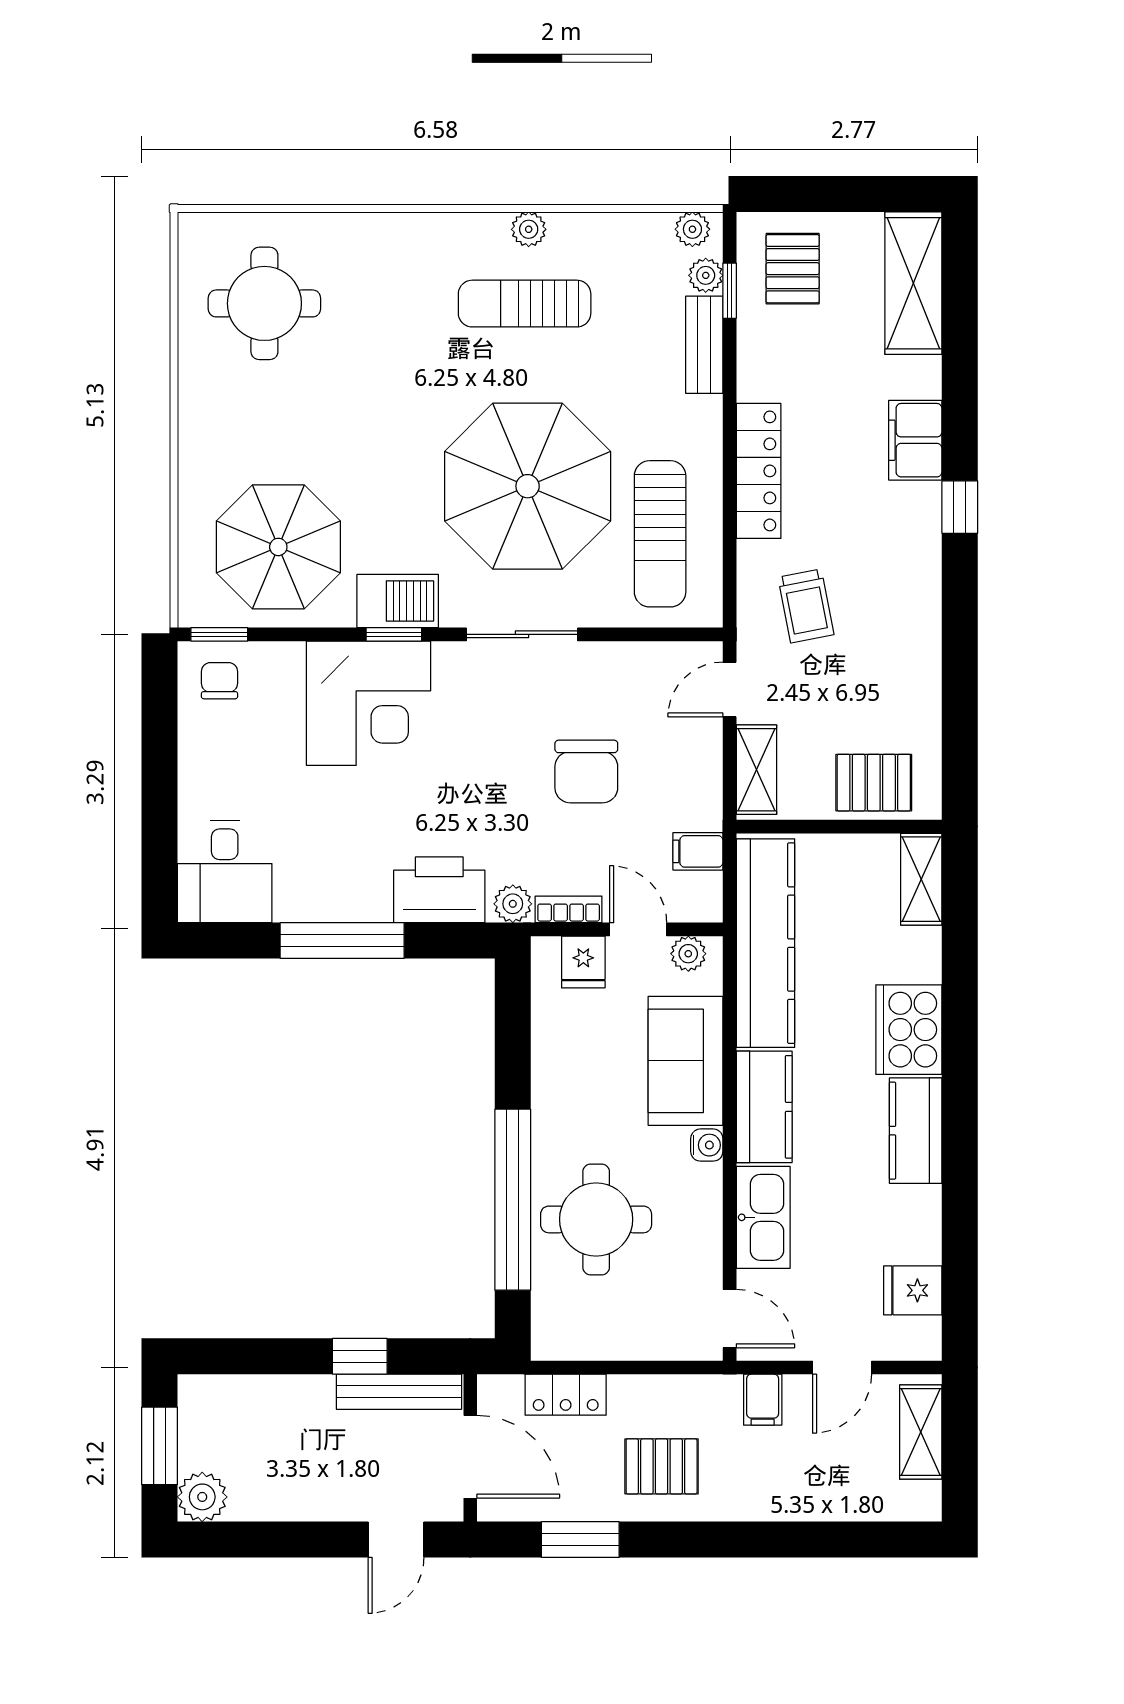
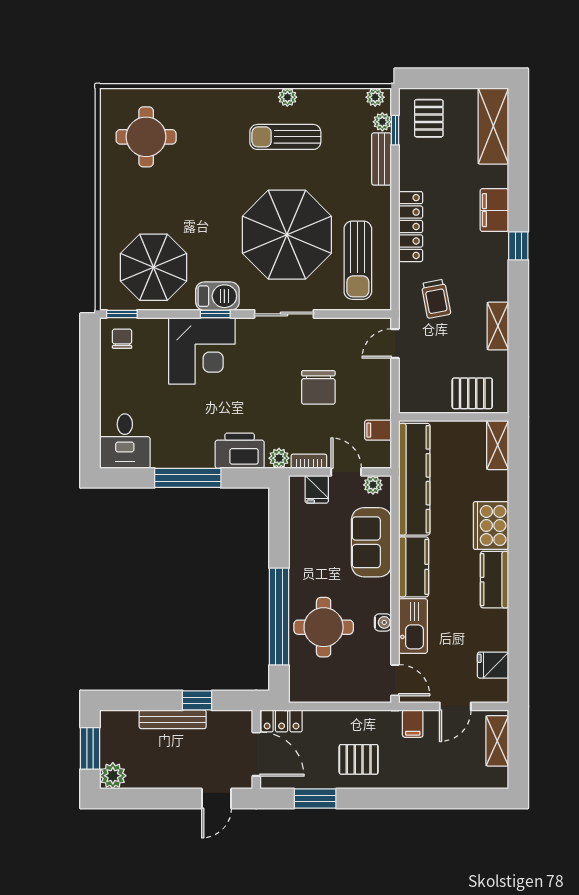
shelving: (756, 770) -> (498, 326), moved
water cooler: (707, 1145) -> (383, 622), moved
bench: (399, 1392) -> (173, 719), moved
locker: (566, 1395) -> (282, 721), moved

